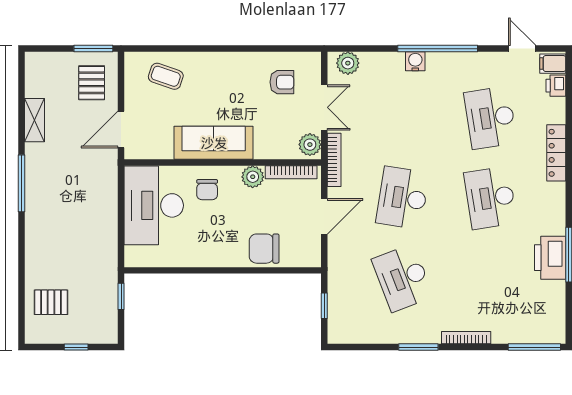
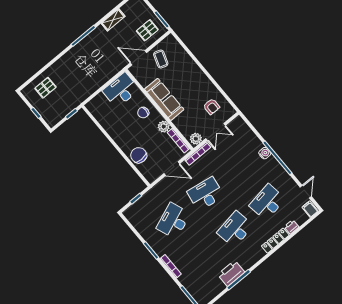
plant: (348, 63) -> (241, 127), removed
coffee table: (166, 76) -> (161, 59), moved
printer: (556, 86) -> (291, 227), moved
desk: (154, 205) -> (121, 90), width x0.73, depth x0.77
pallet: (51, 302) -> (45, 88), turned 90

